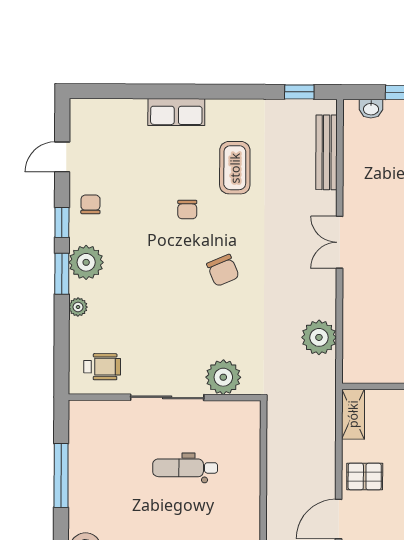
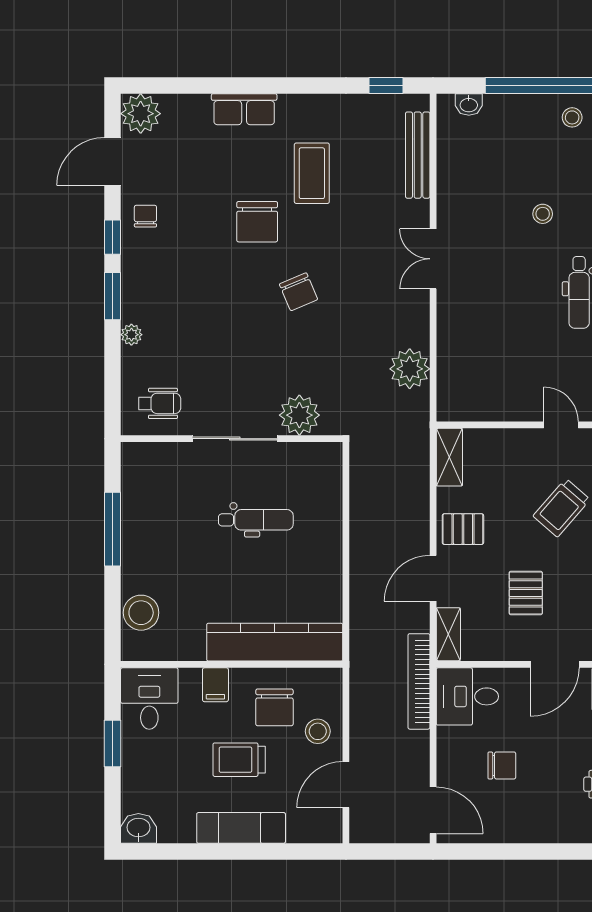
door: (62, 157) -> (113, 161), width x1.38
chair: (187, 210) -> (257, 222), width x1.87, depth x1.87
plant: (86, 262) -> (141, 114), moved
dental chair: (185, 468) -> (256, 520), turned 180

